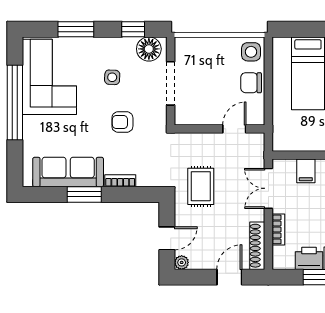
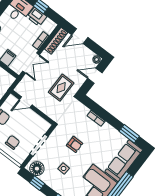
chair: (210, 59) -> (13, 142), added
sofa: (68, 172) -> (124, 161), moved, turned 90
window: (84, 194) -> (129, 134), moved

